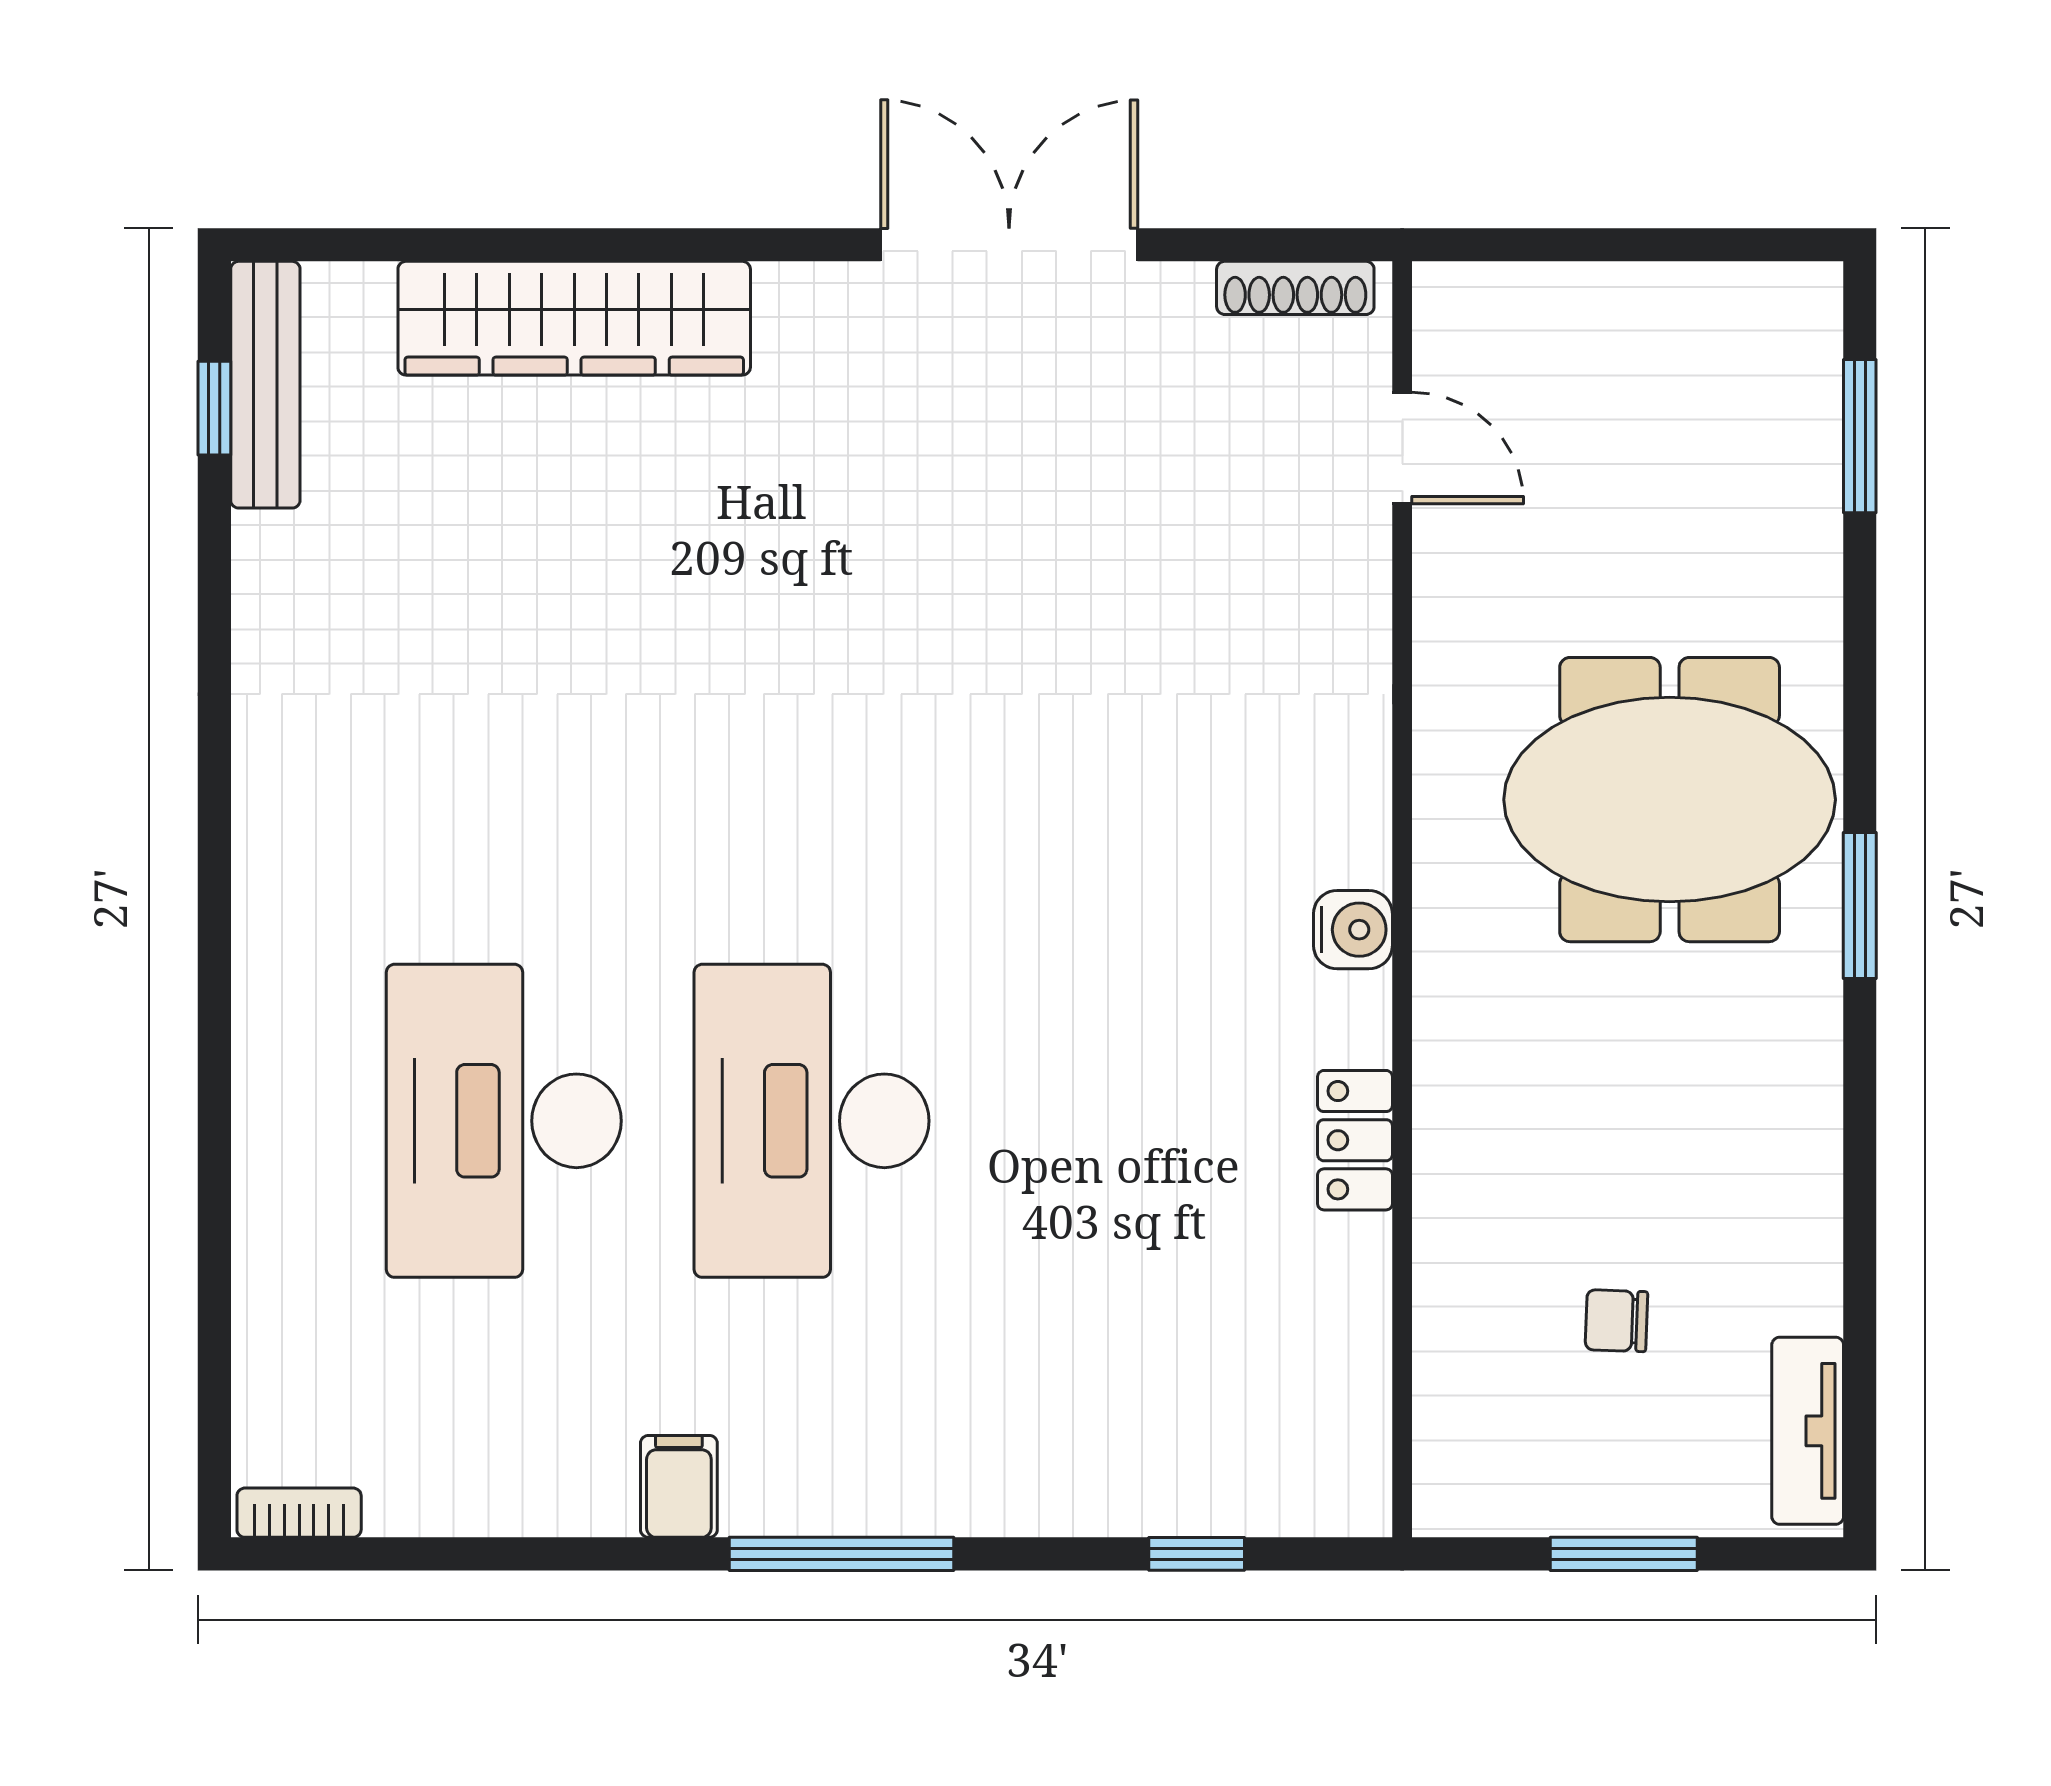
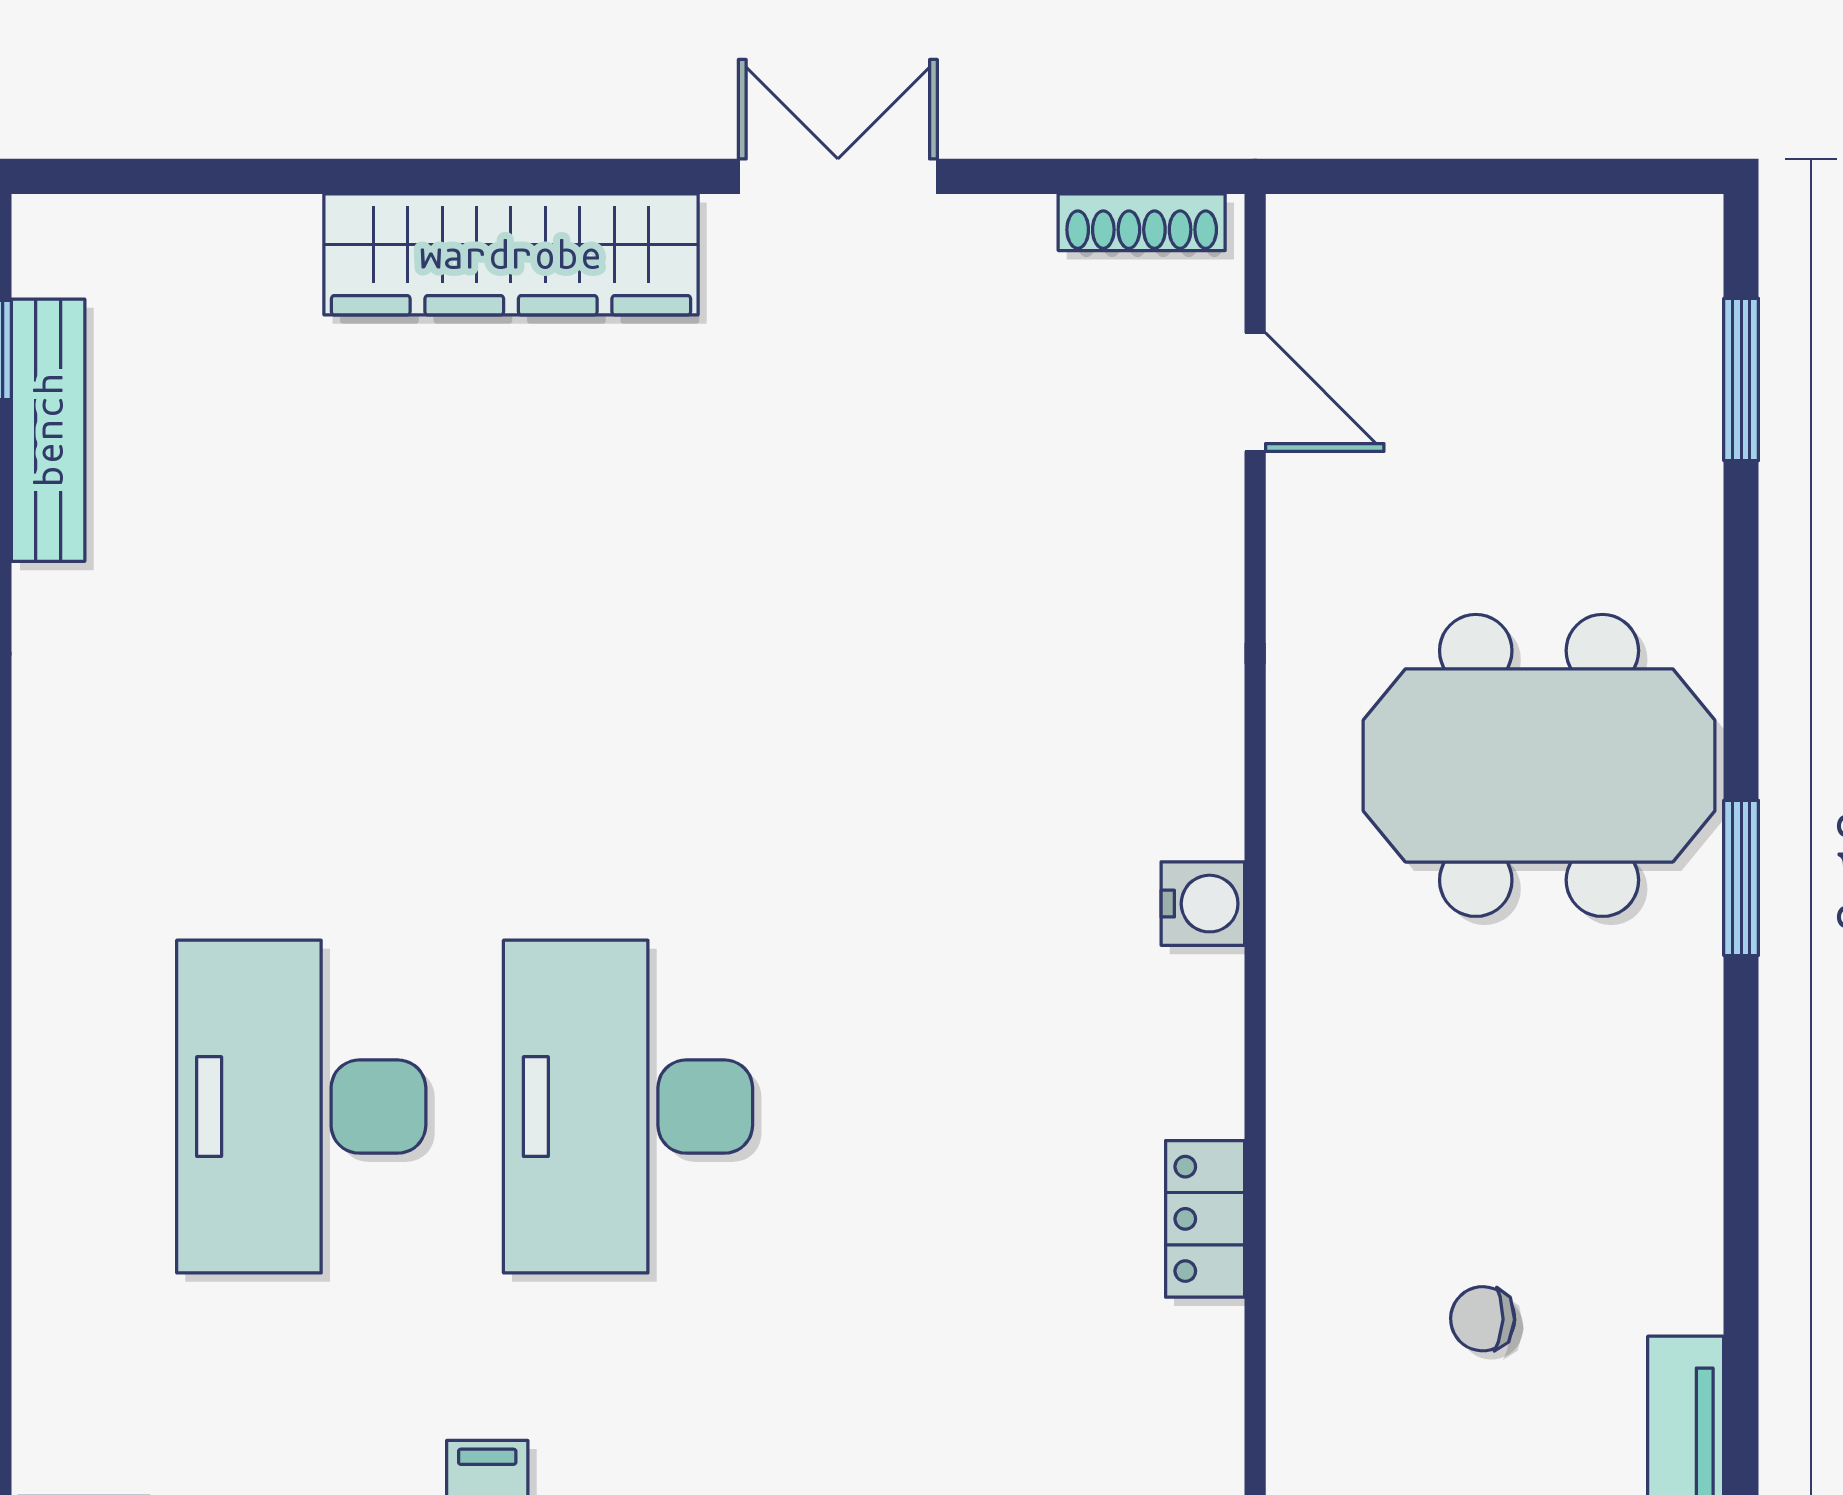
double door: (1009, 245) -> (838, 176), width x0.73
wardrobe: (574, 318) -> (511, 254), moved
bench: (265, 385) -> (48, 430), moved
locker: (1355, 1140) -> (1205, 1219), moved

